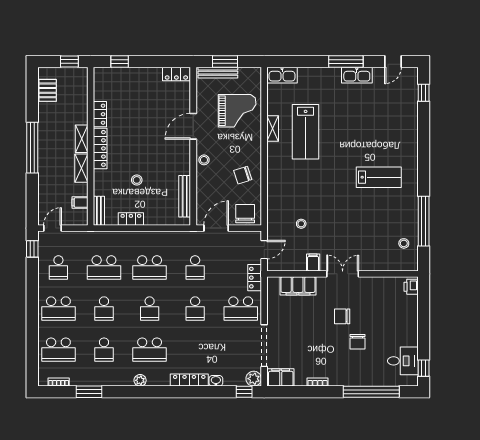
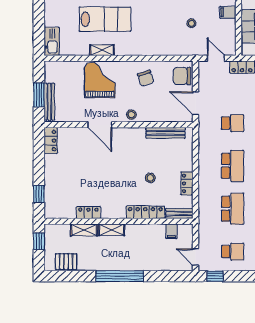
grand piano: (237, 111) -> (100, 80), moved
locker: (100, 148) -> (145, 212), moved
shelving: (81, 168) -> (84, 230), moved

